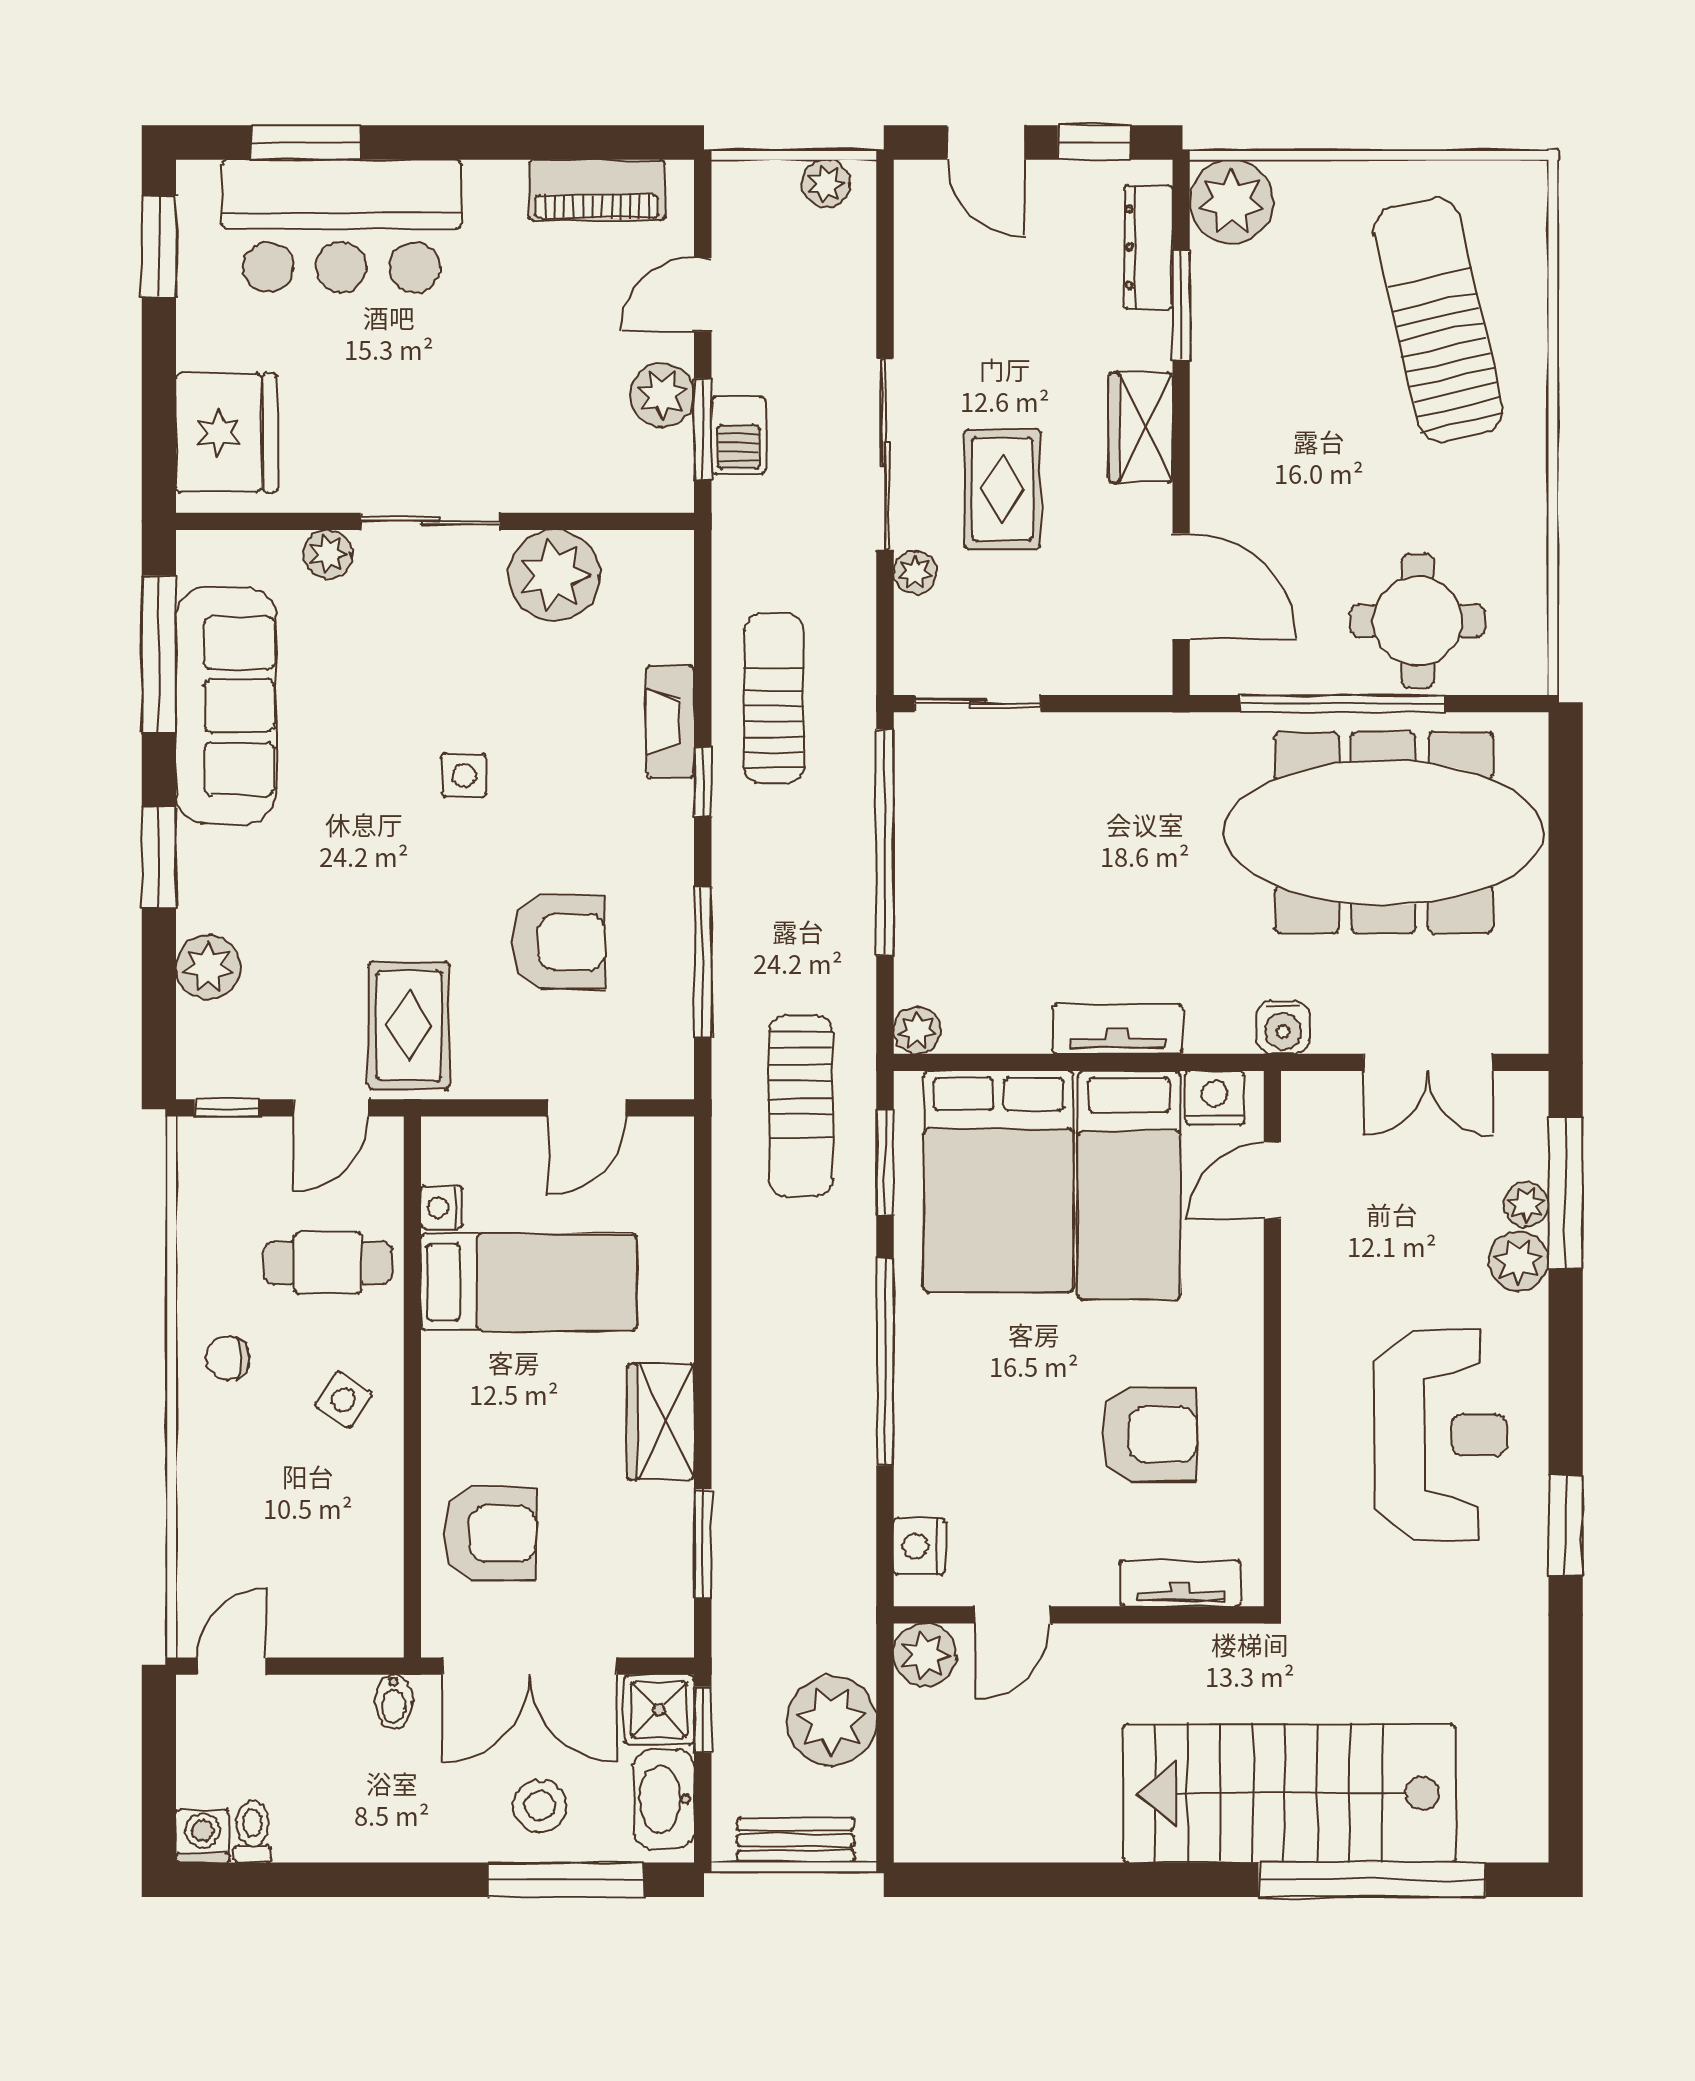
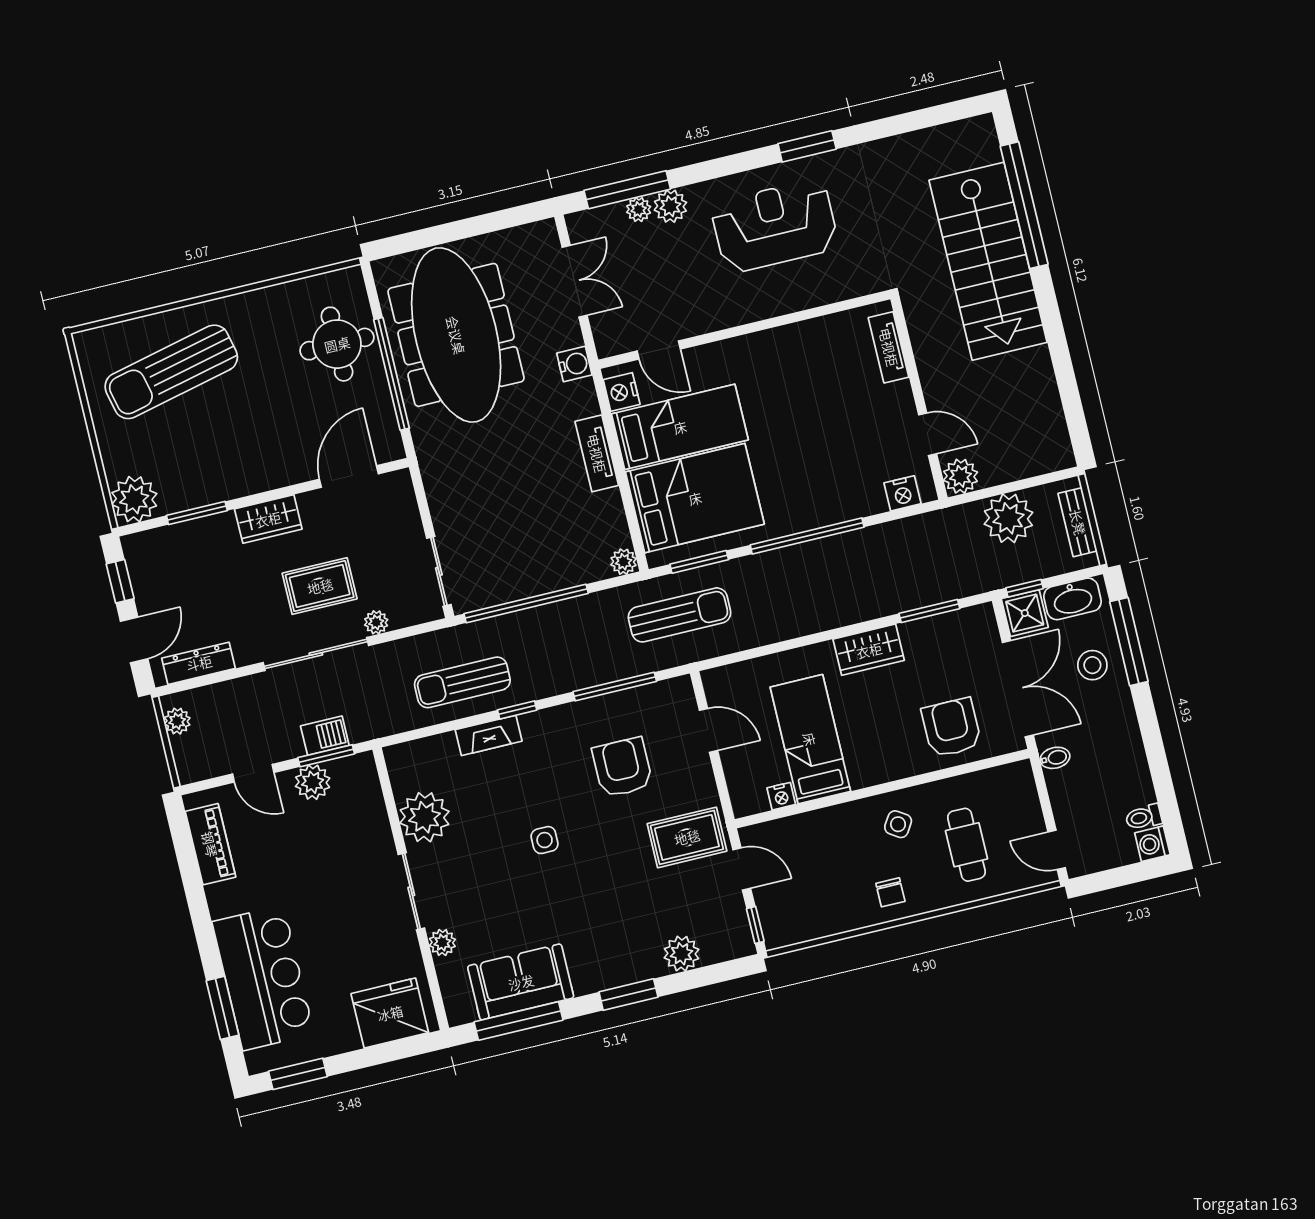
dresser: (1148, 247) -> (199, 663), moved, turned 180
sofa: (226, 706) -> (521, 982), width x0.73
cafe table: (328, 1263) -> (966, 845), moved
armchair: (1150, 1434) -> (812, 383), removed

